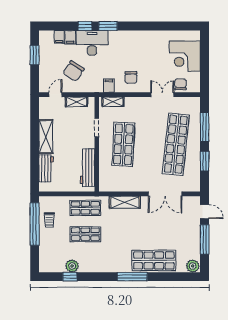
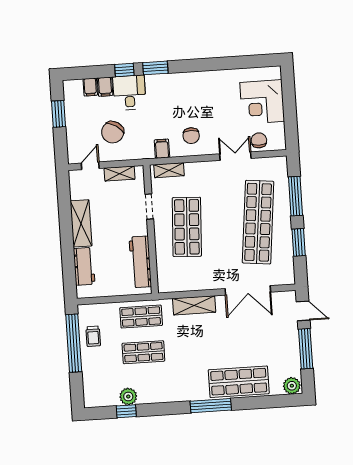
desk: (92, 43) -> (129, 93), width x0.73

